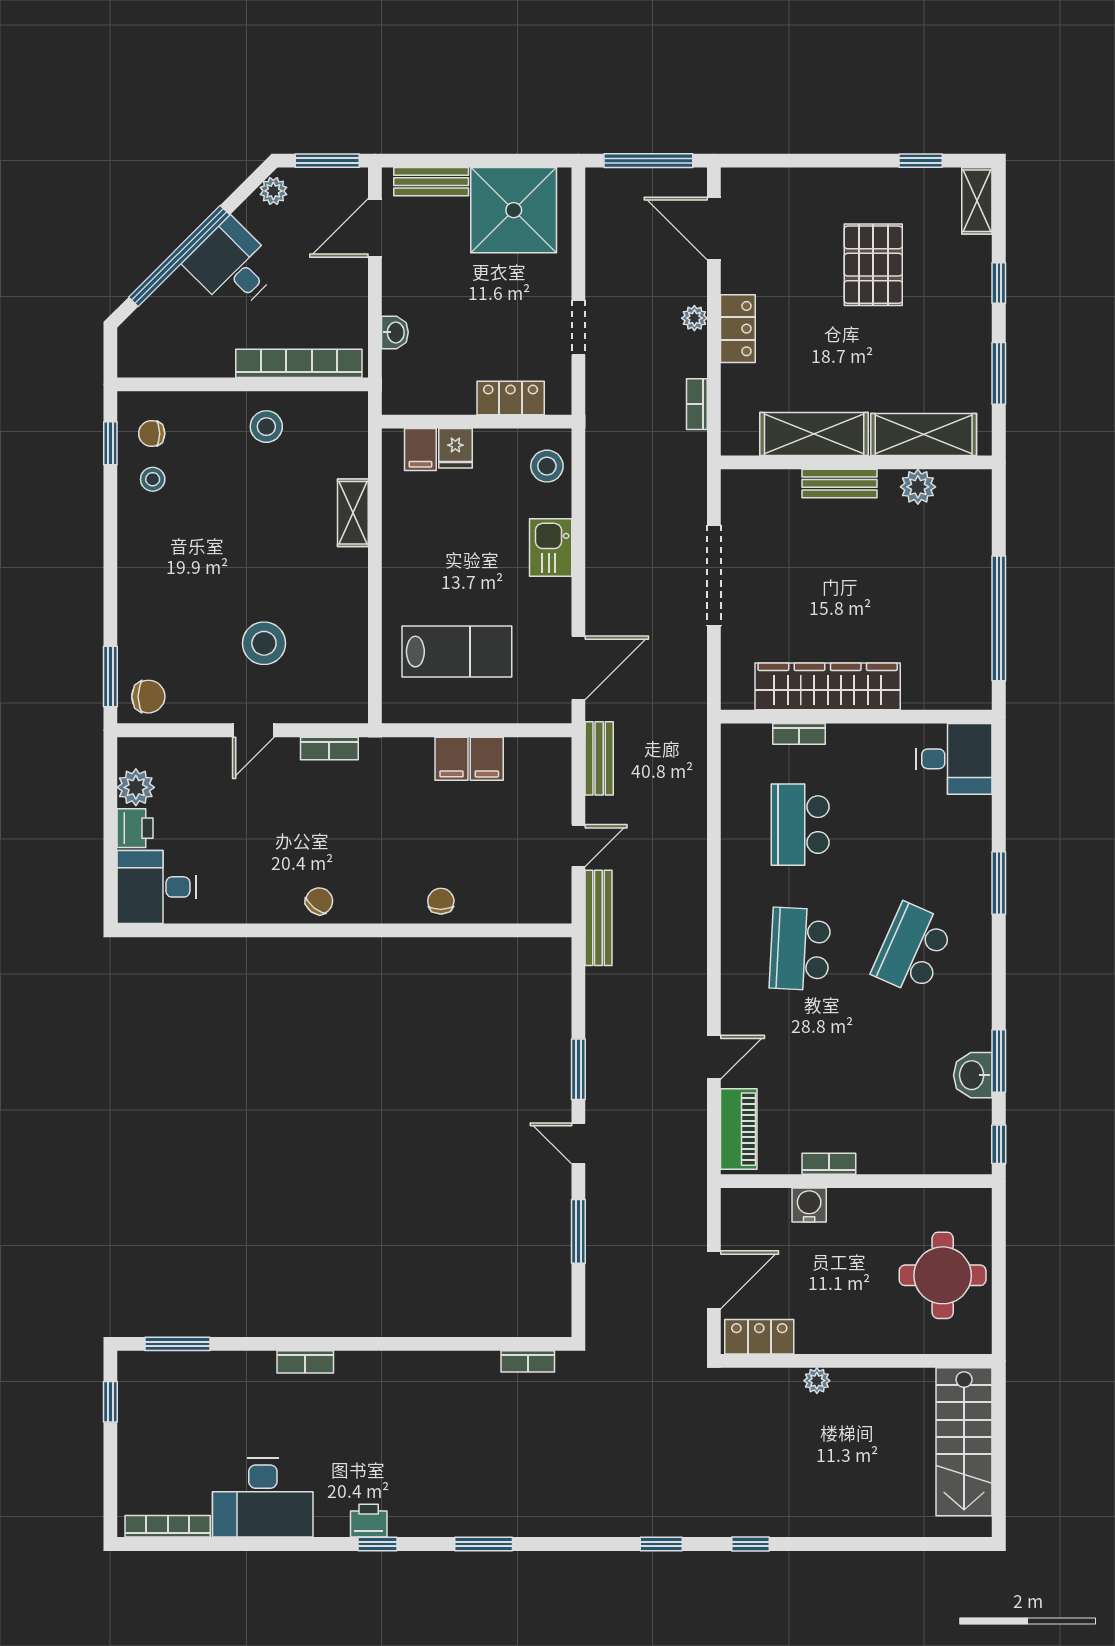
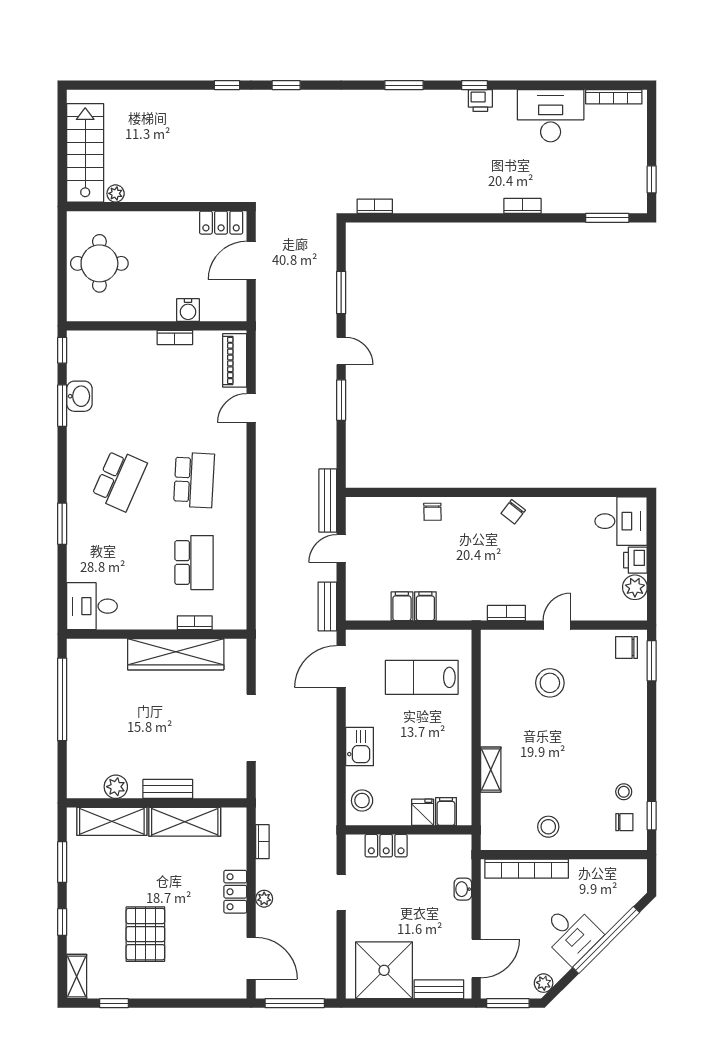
plant: (817, 1381) -> (116, 193), moved

